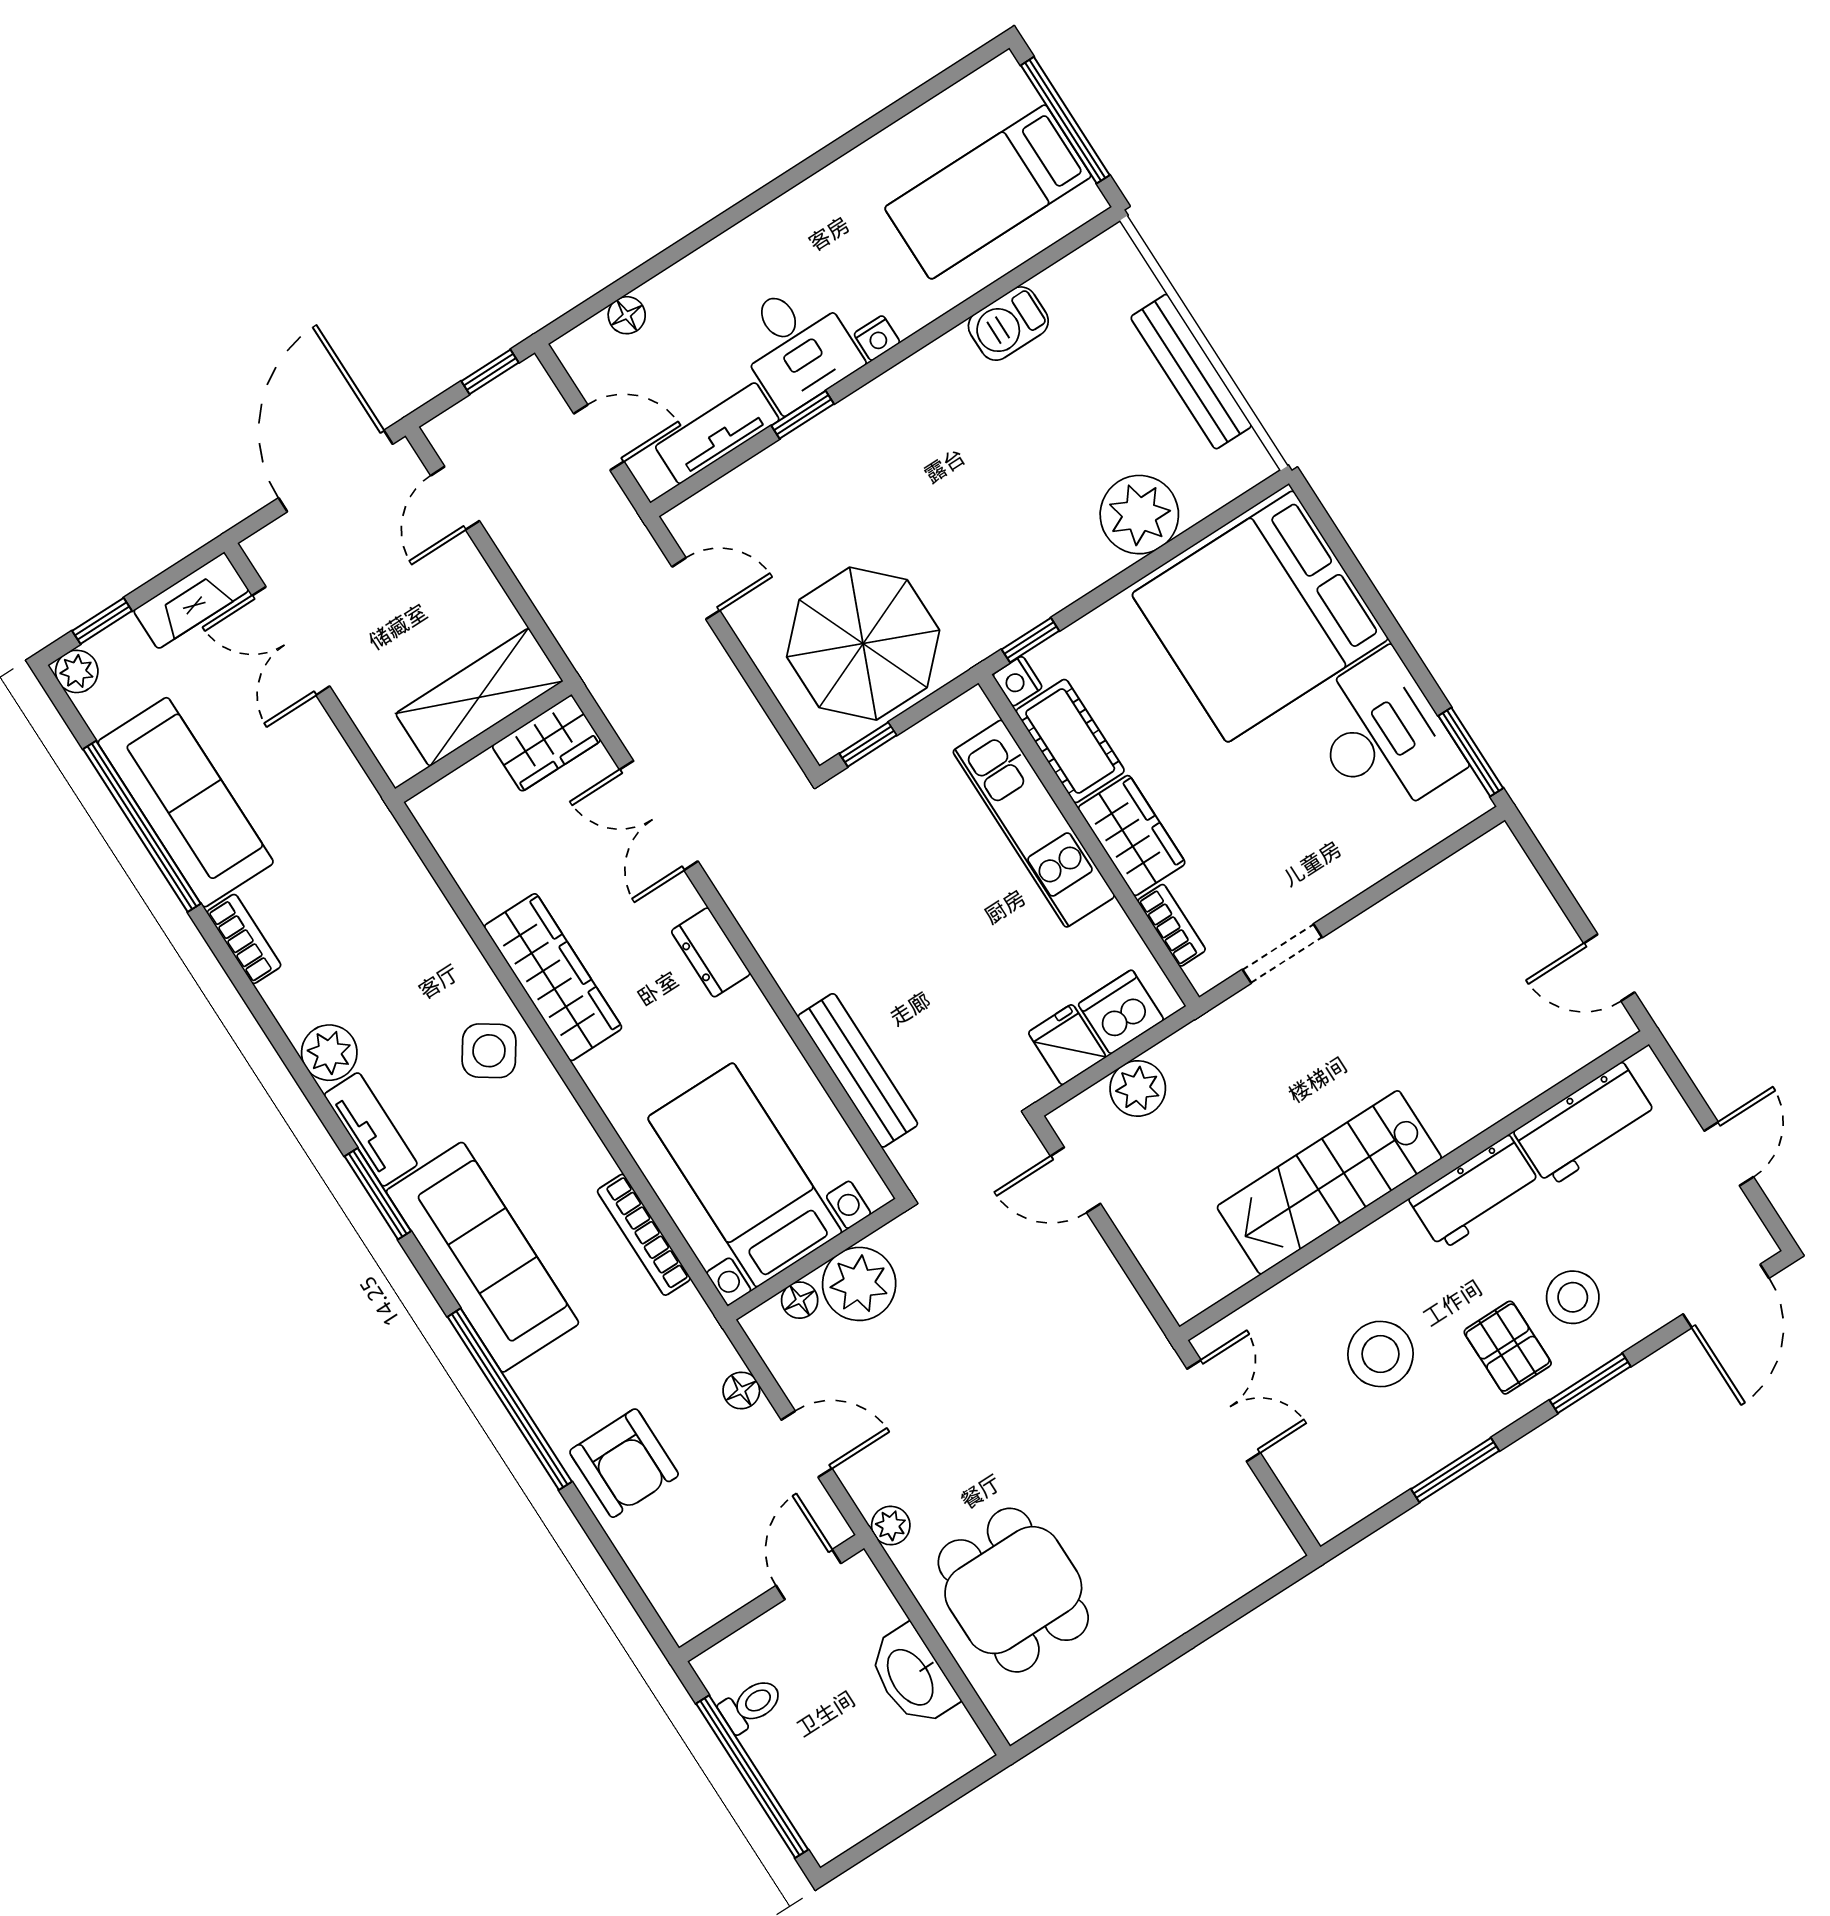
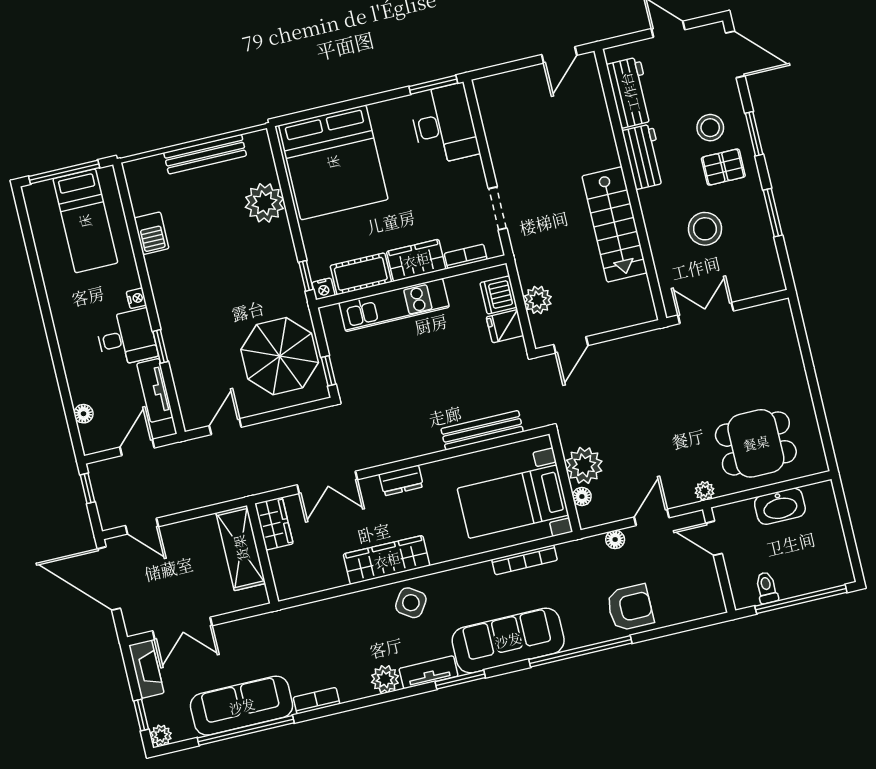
desk: (1383, 735) -> (444, 124), moved, turned 90

